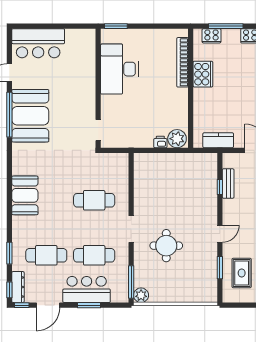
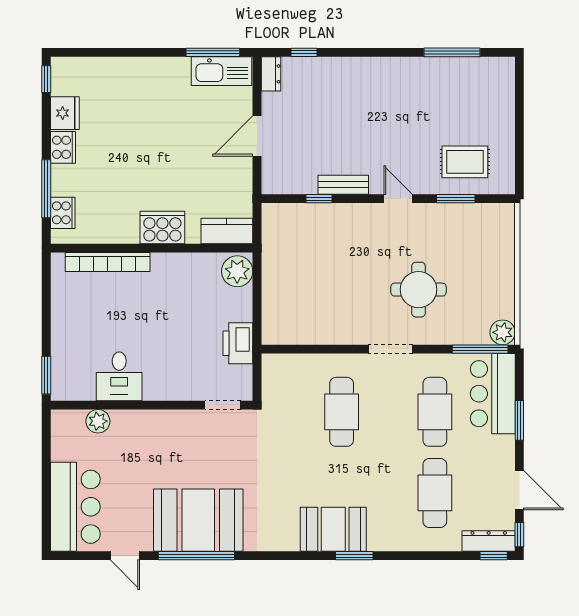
plant: (89, 57) -> (98, 421), added
desk: (119, 69) -> (119, 376), width x0.53, depth x0.77
cooker: (203, 74) -> (162, 227), moved
kitchen counter: (218, 140) -> (227, 231), moved, turned 90
printer: (160, 142) -> (238, 343), moved, width x1.87, depth x1.48
bench: (228, 183) -> (343, 185), moved
window: (9, 253) -> (354, 556), moved
bar counter: (87, 289) -> (493, 394), moved

